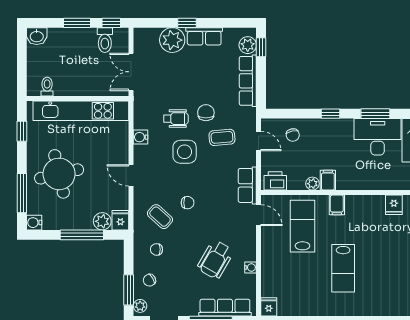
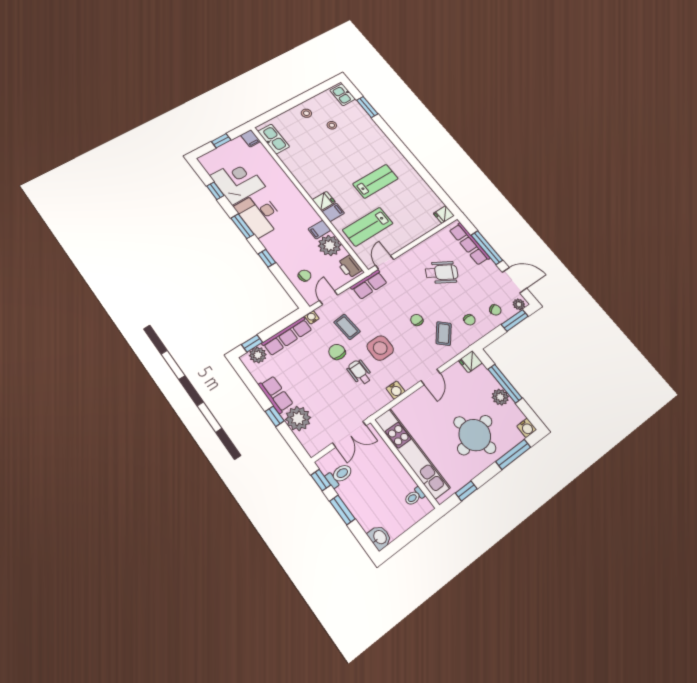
chair: (206, 113) -> (337, 352), turned 90
plant: (312, 184) -> (330, 246), width x1.87, depth x1.87
fridge: (394, 205) -> (324, 201), moved
plant: (102, 221) -> (500, 397), moved
water cooler: (251, 267) -> (312, 317), moved

